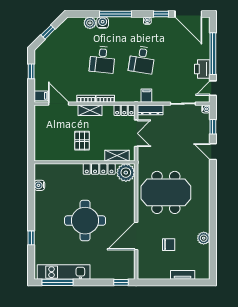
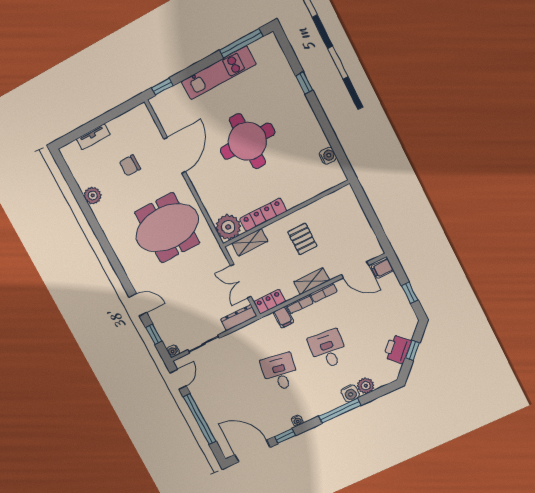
printer: (202, 69) -> (397, 349), moved, turned -135
filing cabinet: (146, 96) -> (283, 317), moved
kitchen unit: (64, 272) -> (218, 73), moved

